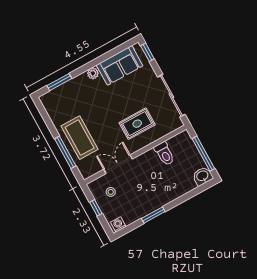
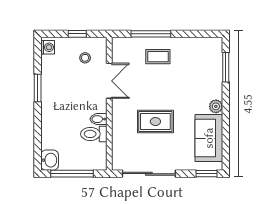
rug: (137, 124) -> (155, 122), moved, turned 90
coffee table: (80, 138) -> (158, 57), width x0.54, depth x0.58
bidet: (151, 156) -> (98, 119), added

